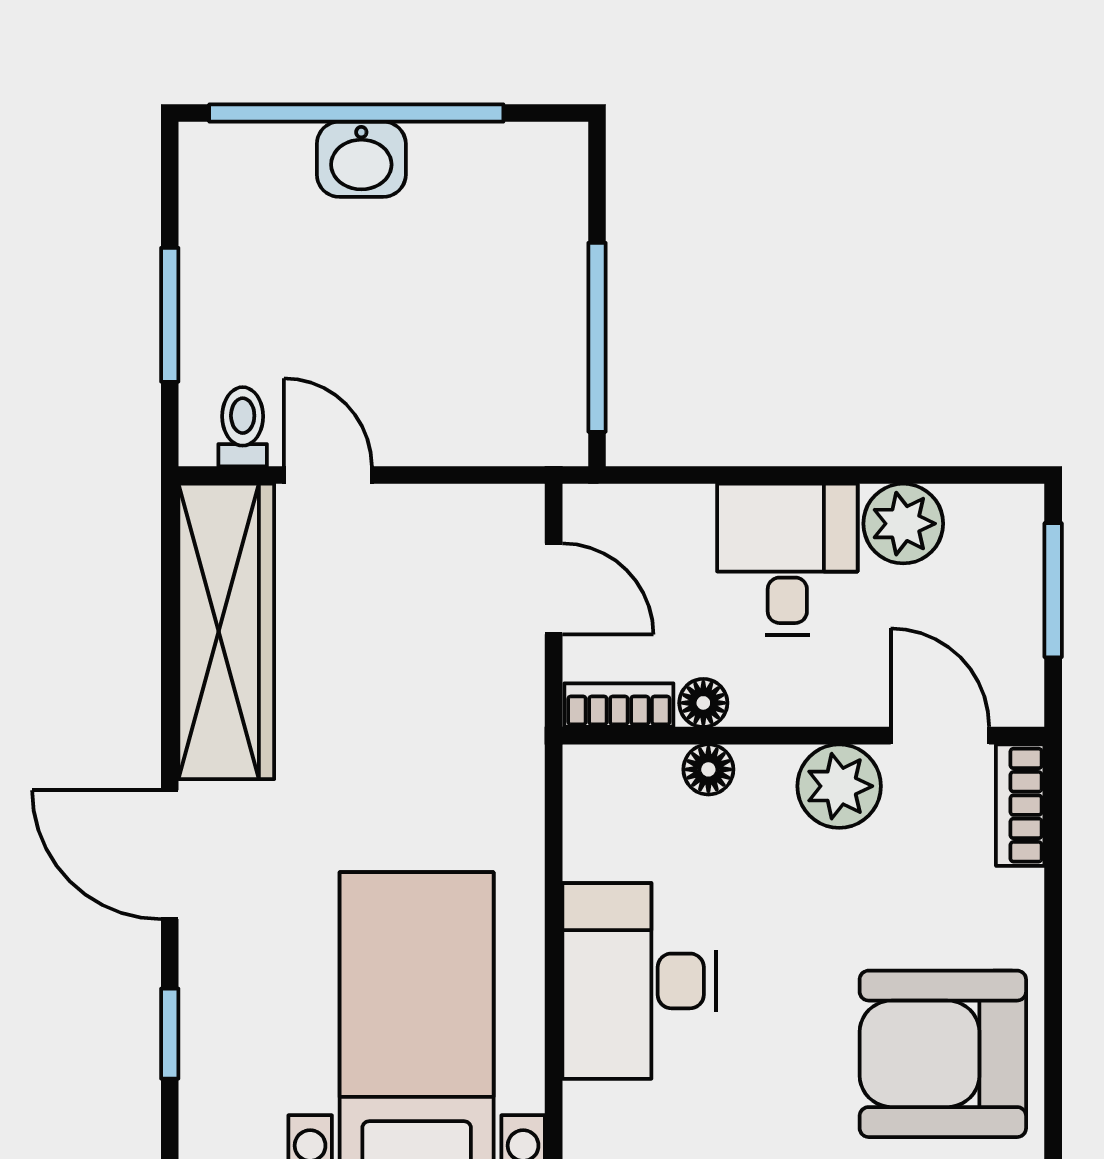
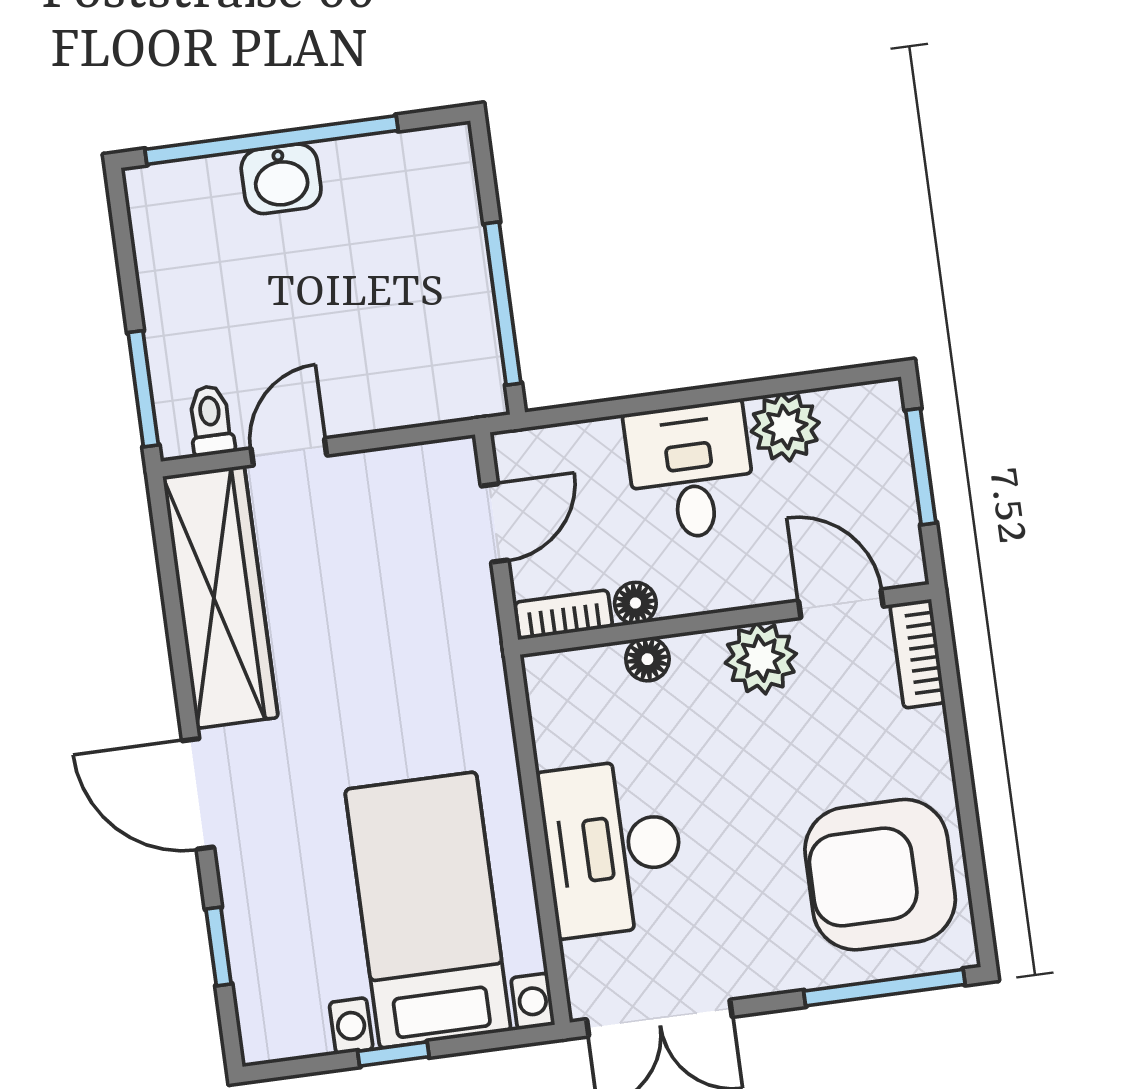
window: (170, 315) -> (143, 389), moved
door: (328, 475) -> (289, 452), hinge flipped
door: (554, 589) -> (495, 523), hinge flipped

